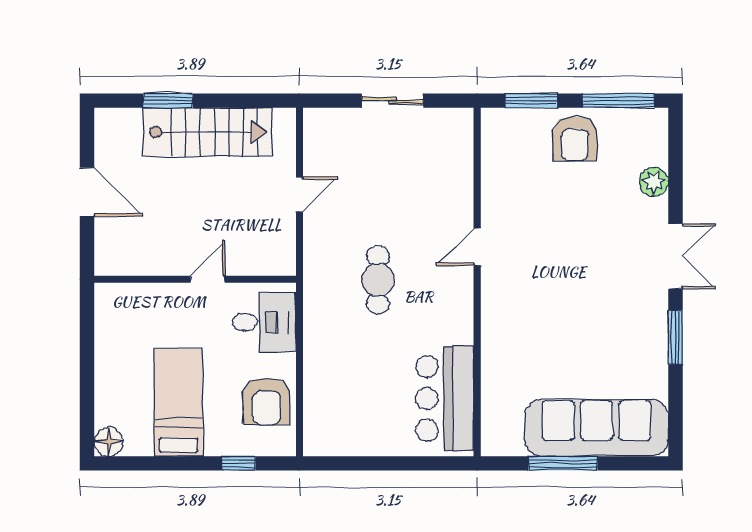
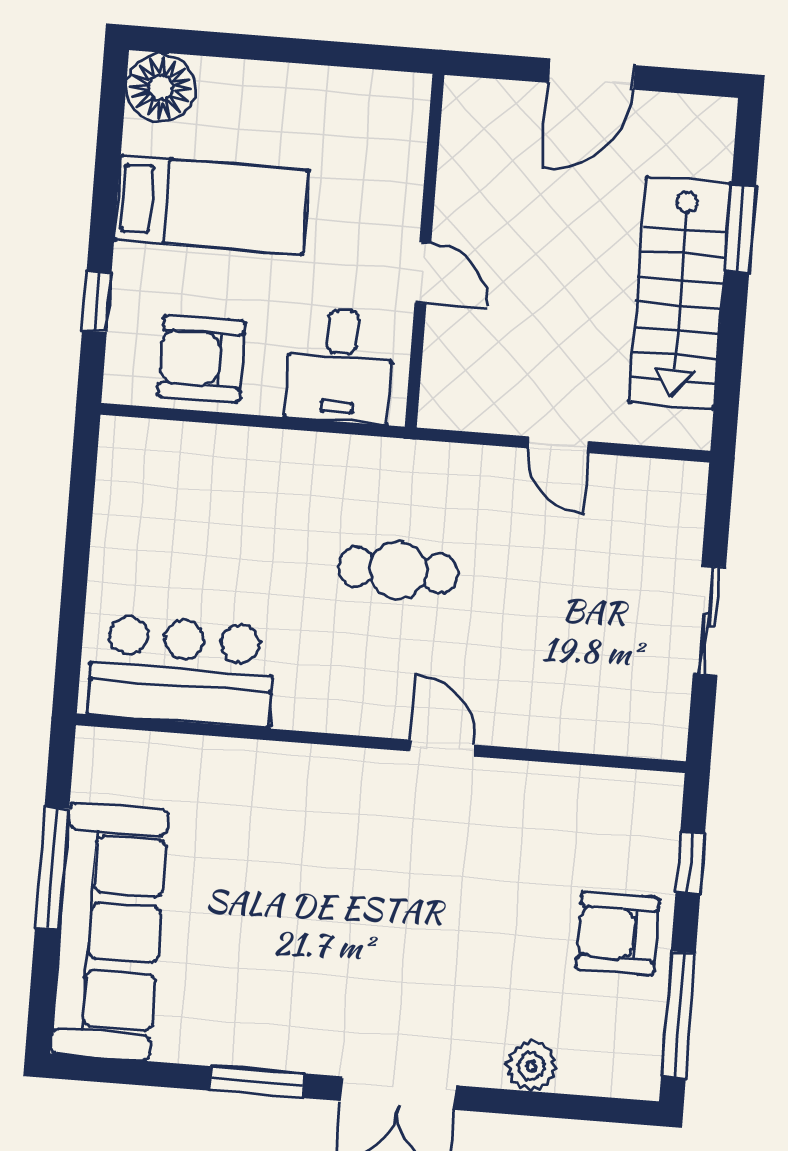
window: (531, 101) -> (690, 863), width x0.67
floor lamp: (109, 442) -> (161, 88), width x1.38, depth x1.38

